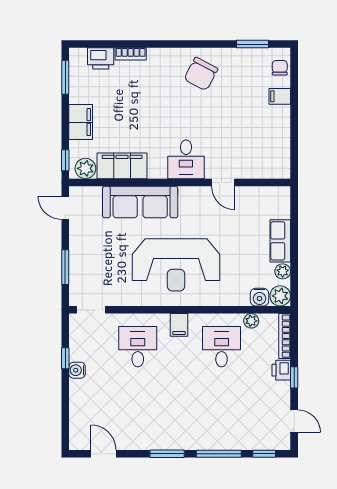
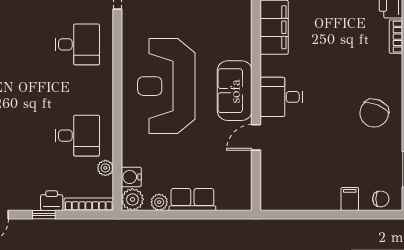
chair: (201, 74) -> (374, 113), turned -95
sofa: (140, 202) -> (235, 91), moved, width x0.73
filing cabinet: (179, 325) -> (101, 89), removed

